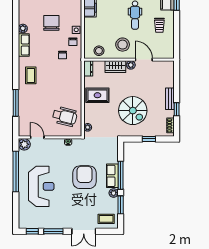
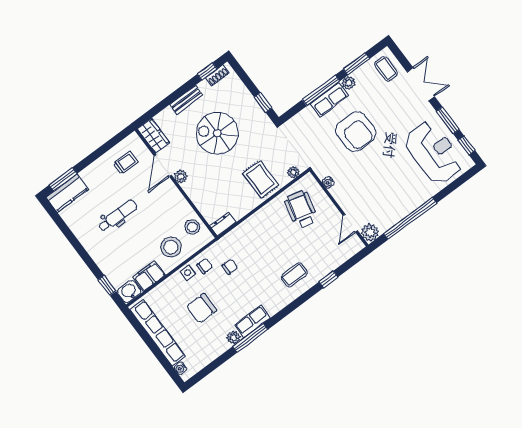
trolley: (159, 25) -> (125, 163), moved
window: (16, 37) -> (250, 338), added
stool: (123, 45) -> (171, 247), moved
wardrobe: (115, 67) -> (153, 136), moved
coffee table: (31, 75) -> (294, 275), moved
rug: (97, 95) -> (261, 179), moved
window: (16, 103) -> (328, 279), width x0.46
window: (177, 109) -> (207, 71), moved
spiral stairs: (133, 111) -> (217, 133), moved, turned -90
window: (149, 139) -> (263, 102), moved
armchair: (84, 177) -> (356, 132), turned -90
reception desk: (41, 186) -> (434, 152), moved, turned 90

